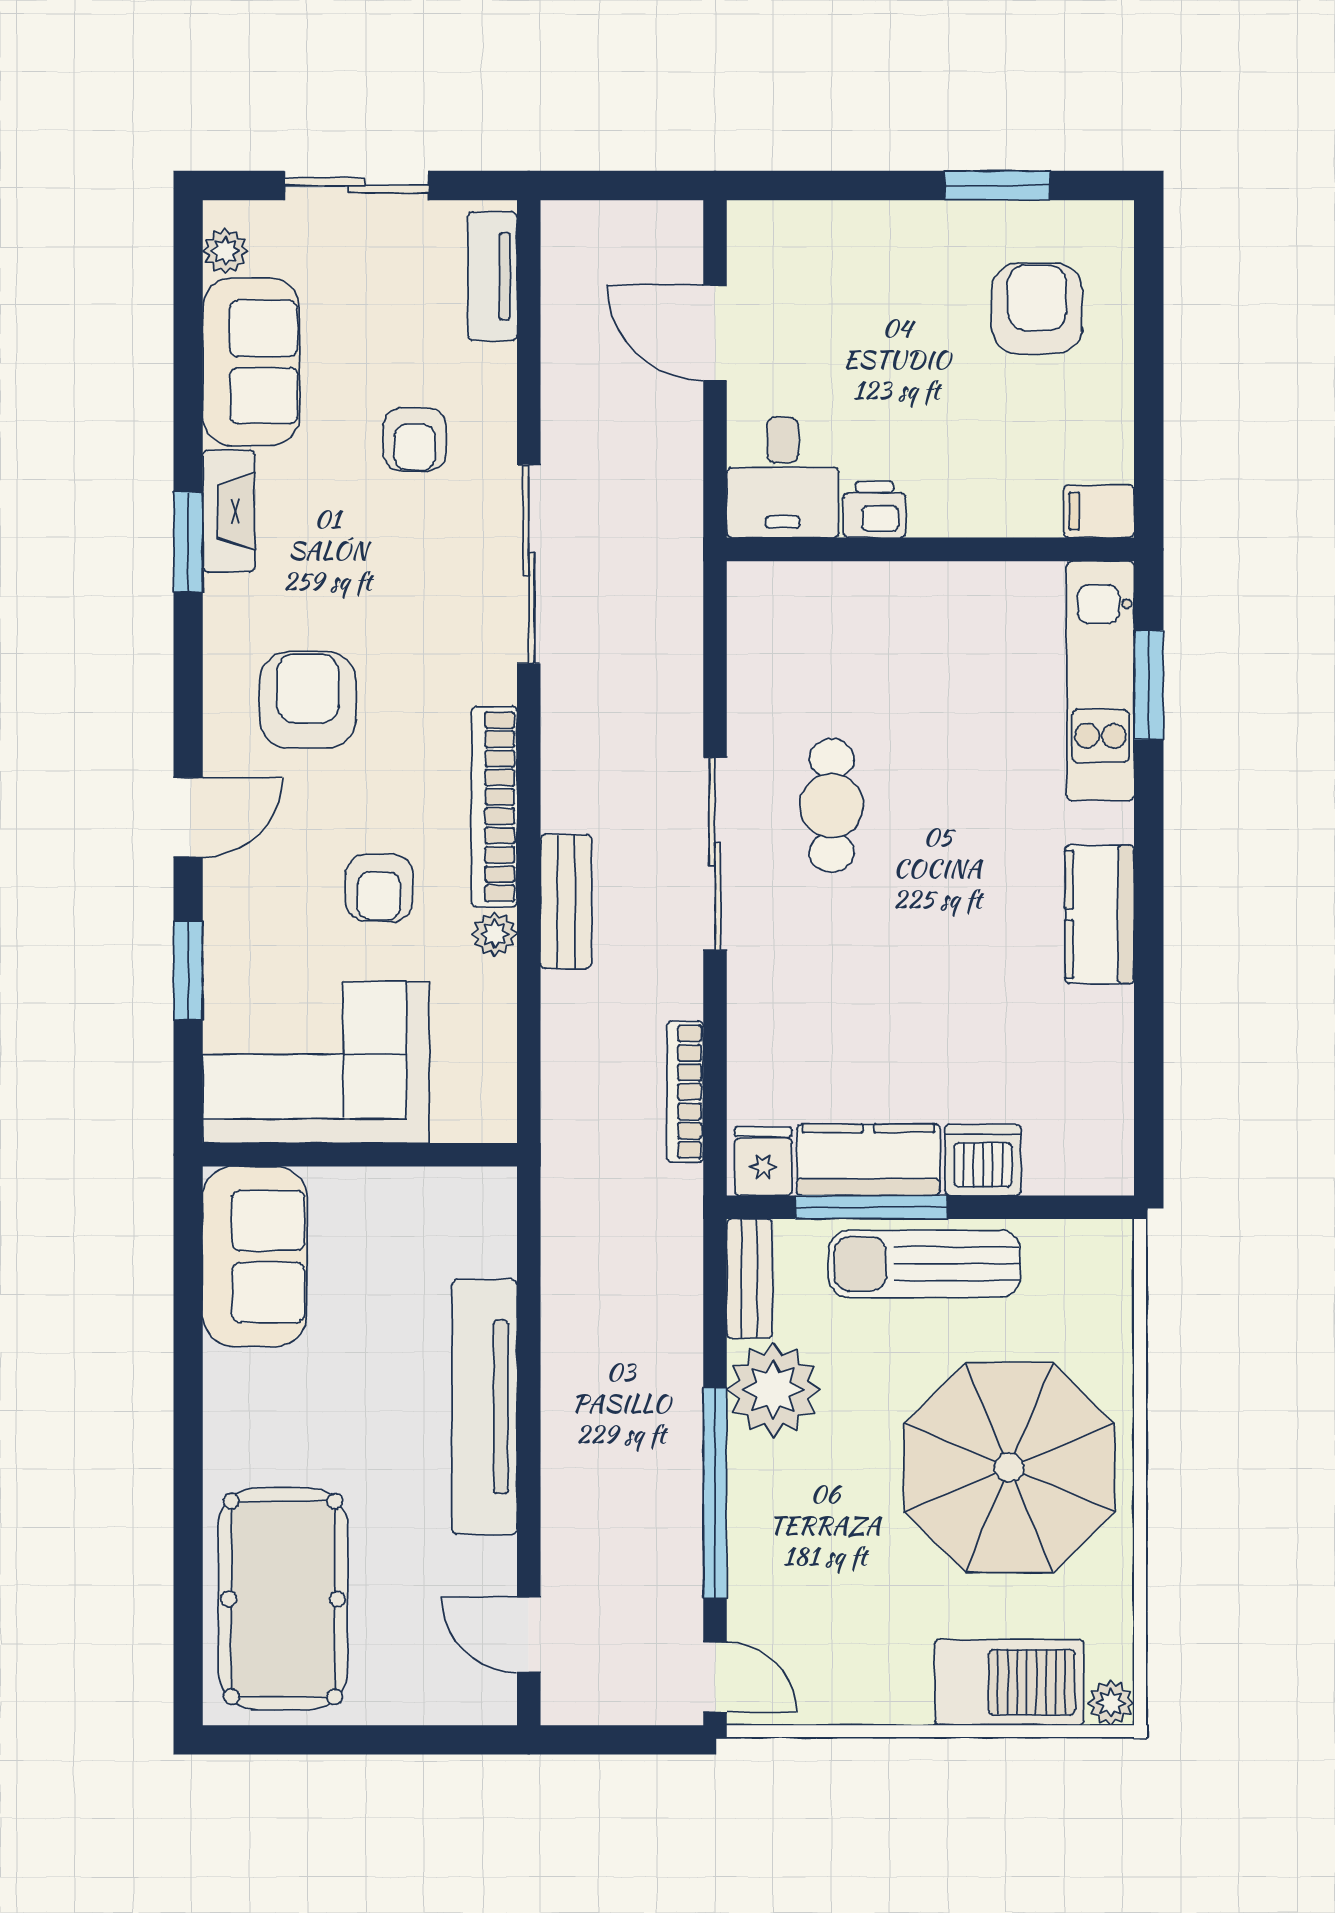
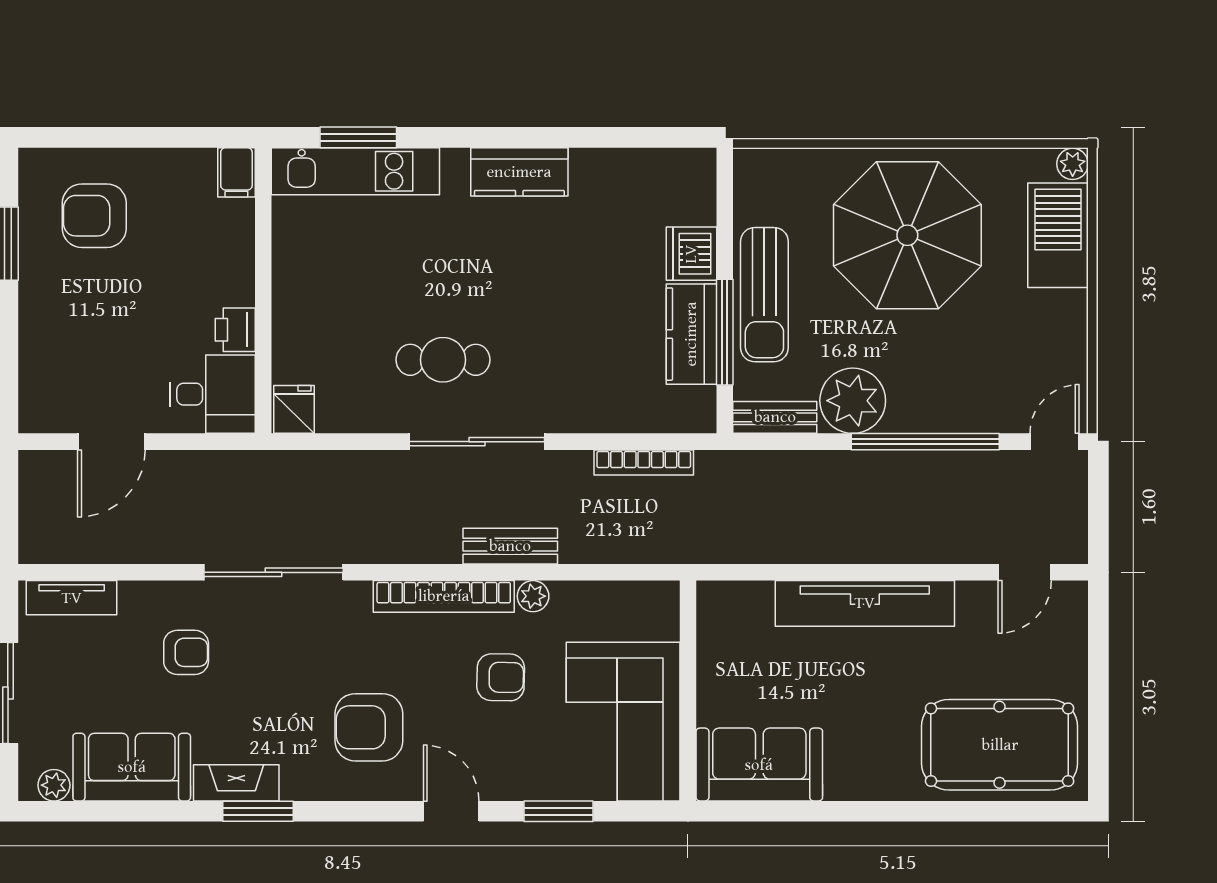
fridge: (763, 1161) -> (294, 409), moved, turned 90

